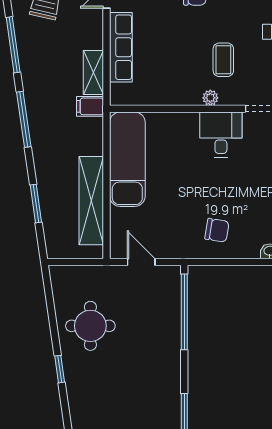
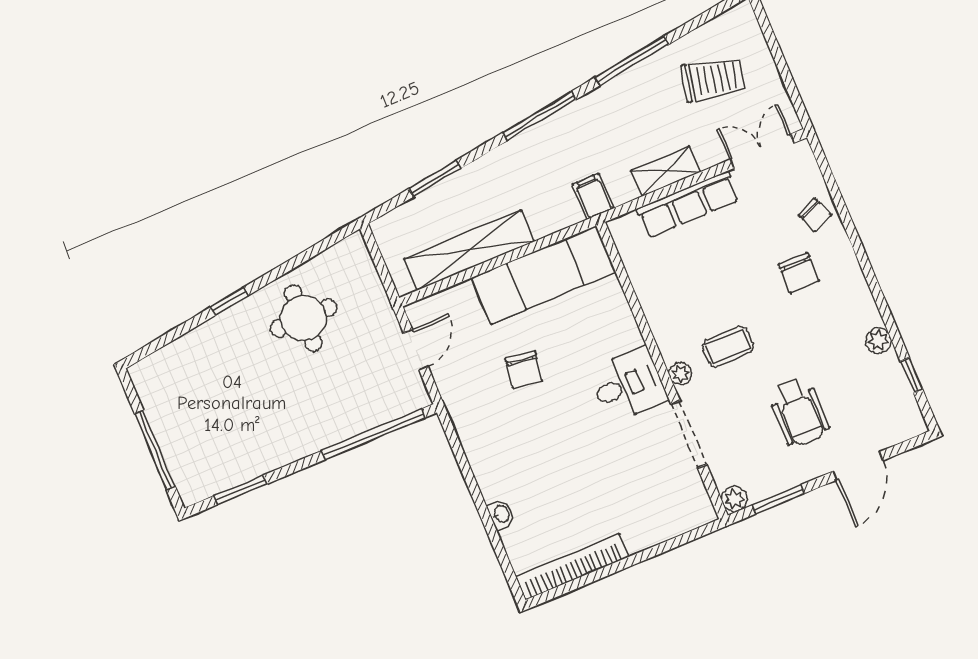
shelving: (93, 73) -> (666, 171), moved
plant: (210, 98) -> (680, 374), moved
chair: (217, 230) -> (524, 369), moved

